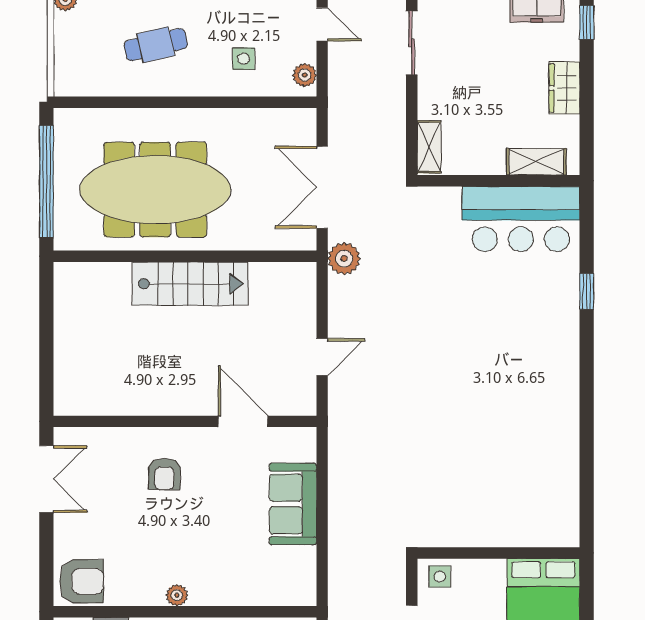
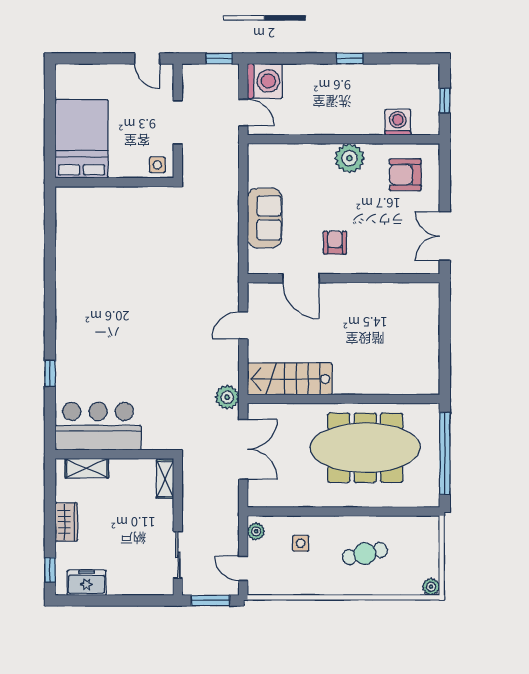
stairs: (190, 284) -> (290, 379), moved
armchair: (164, 474) -> (335, 243), moved
armchair: (82, 581) -> (405, 175), moved
plant: (177, 595) -> (349, 158), width x1.88, depth x1.88

